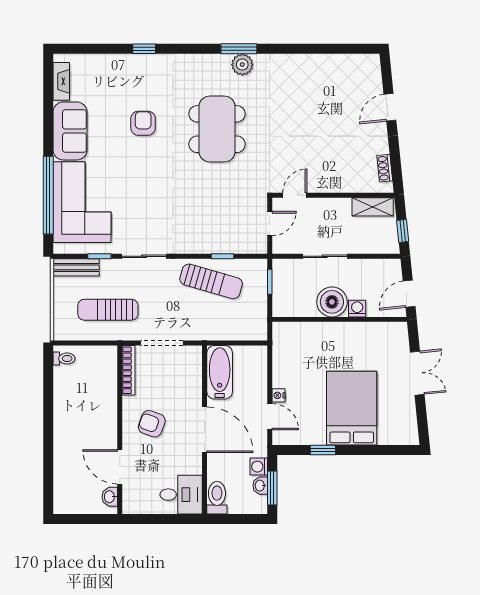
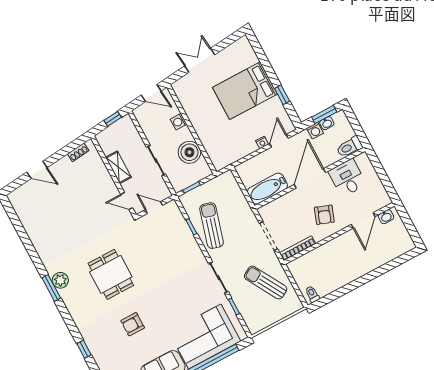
dining table: (217, 129) -> (111, 274), width x0.73
shelving: (373, 207) -> (118, 167), moved
bench: (76, 267) -> (249, 318), removed
boiler: (332, 302) -> (189, 152), moved
sun lounger: (108, 310) -> (266, 283), turned 150
desk: (181, 495) -> (347, 178), moved

